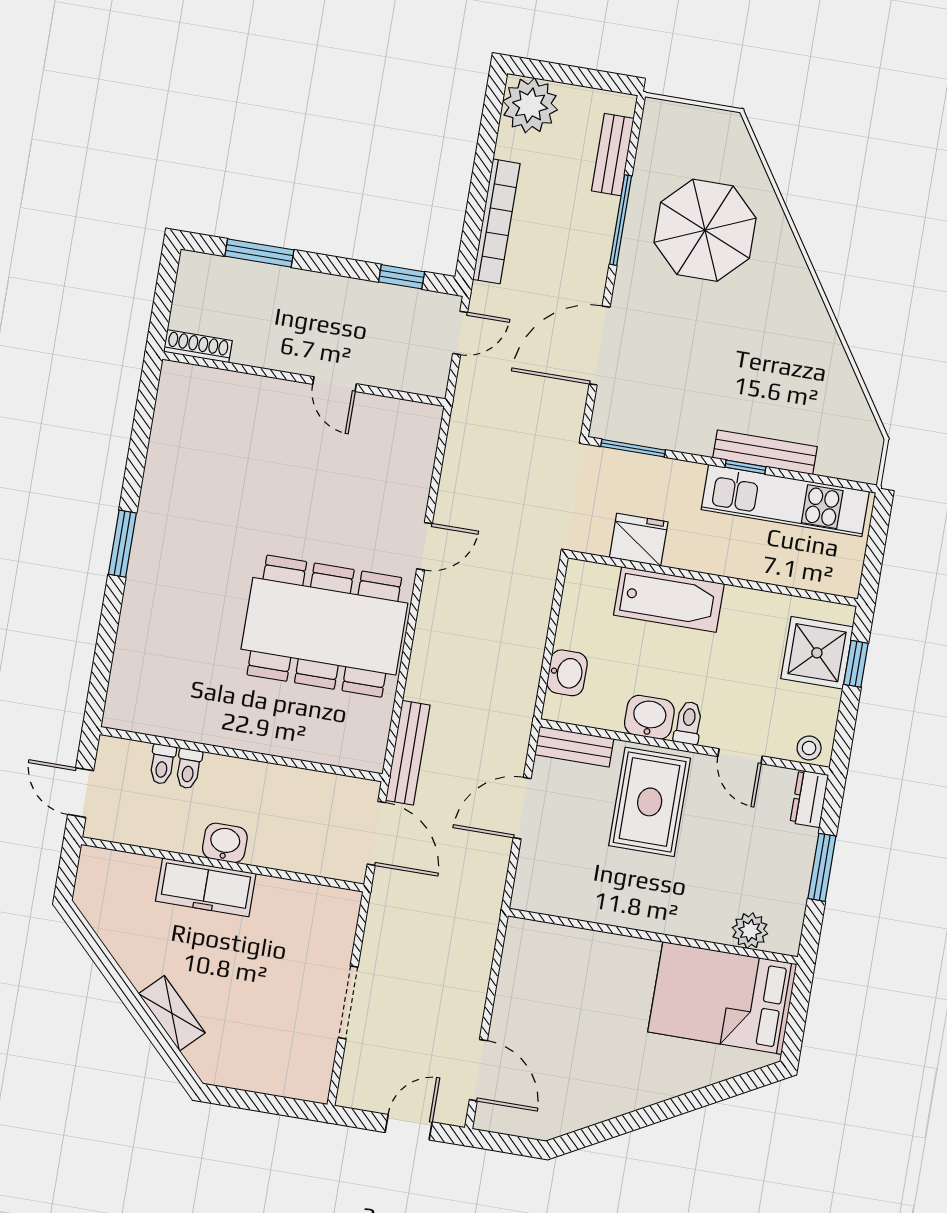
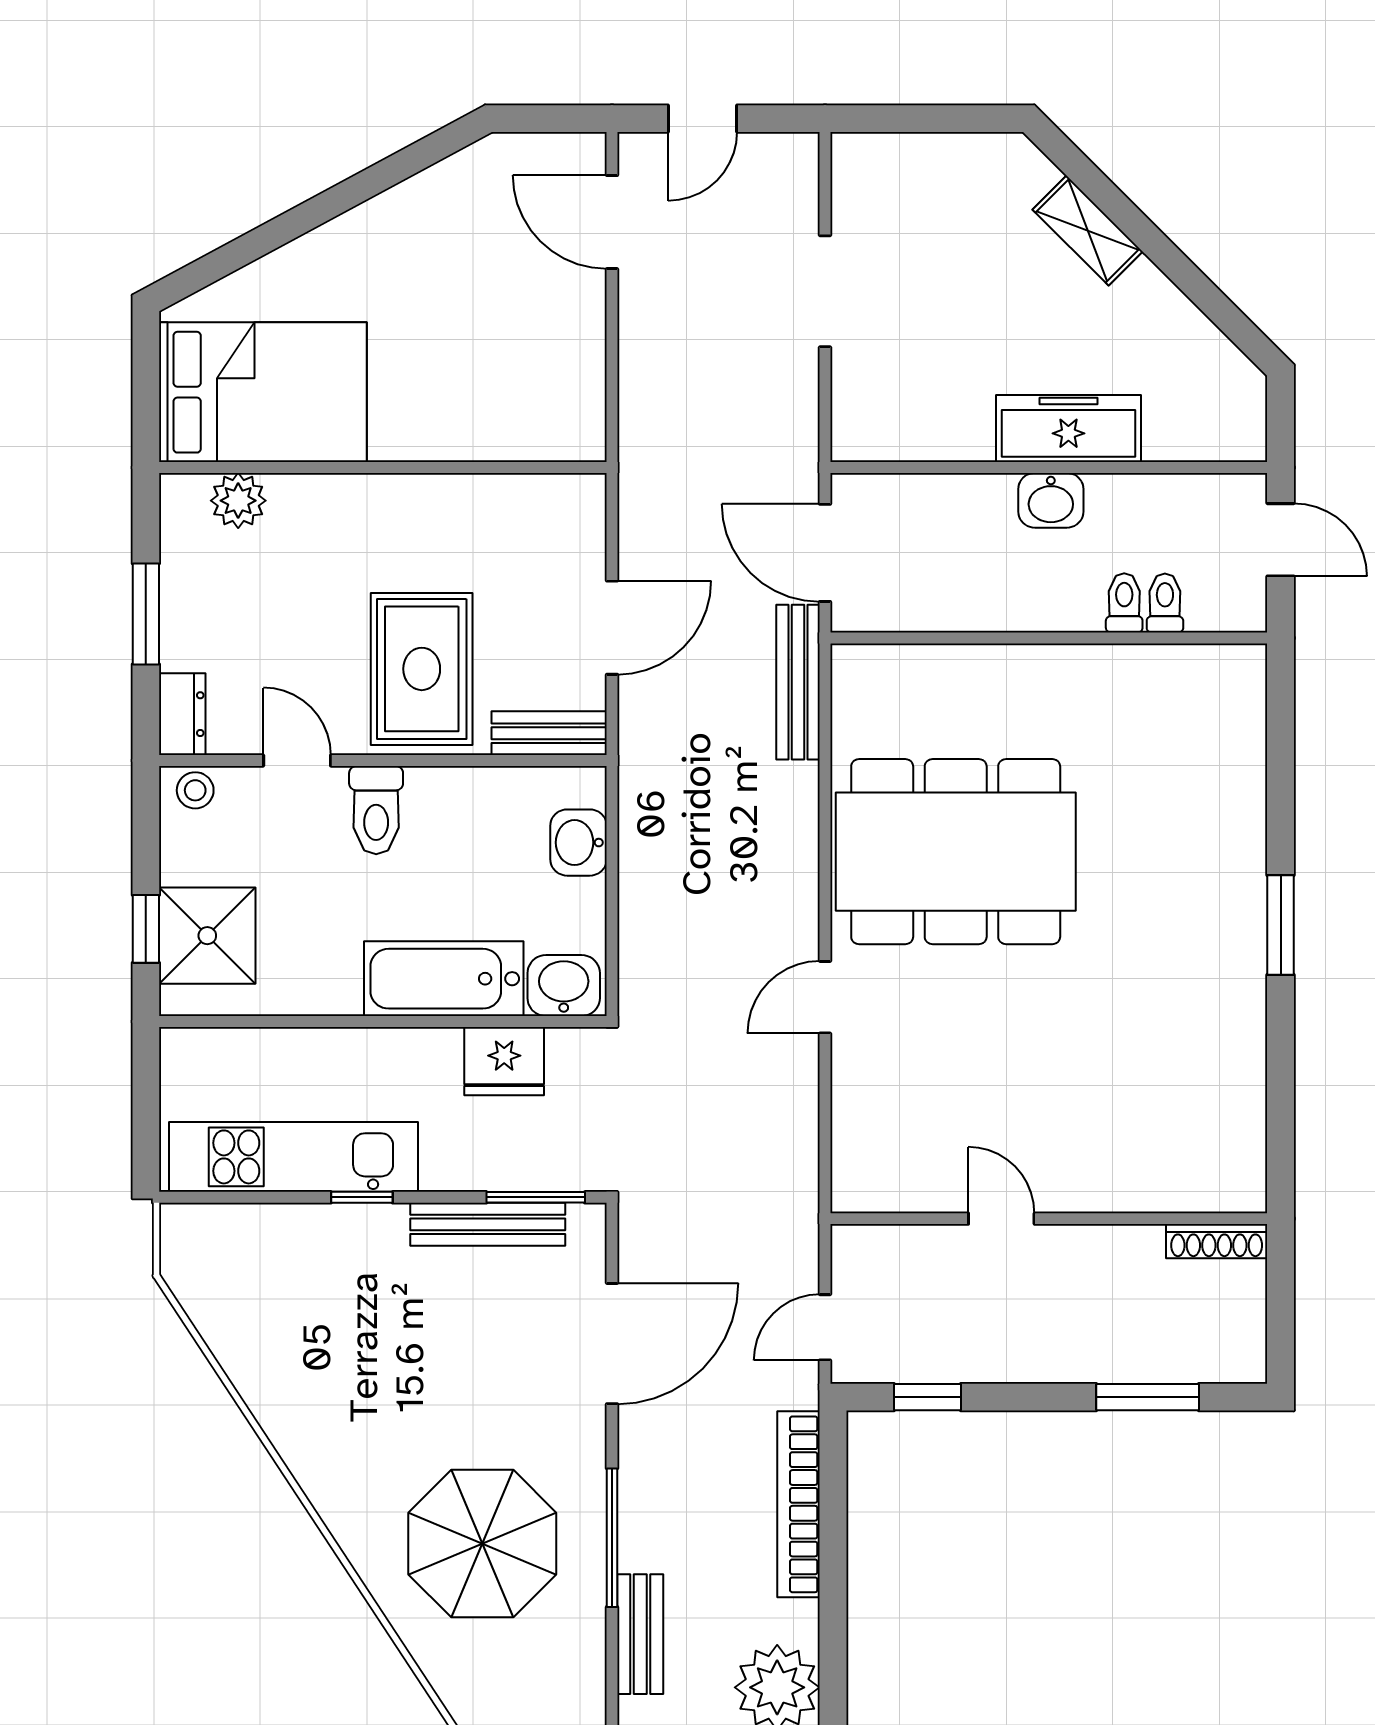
bench: (765, 452) -> (488, 1224), moved
washbasin: (649, 717) -> (564, 986), moved, turned 180
toilet: (688, 723) -> (376, 810), width x1.37, depth x1.39

